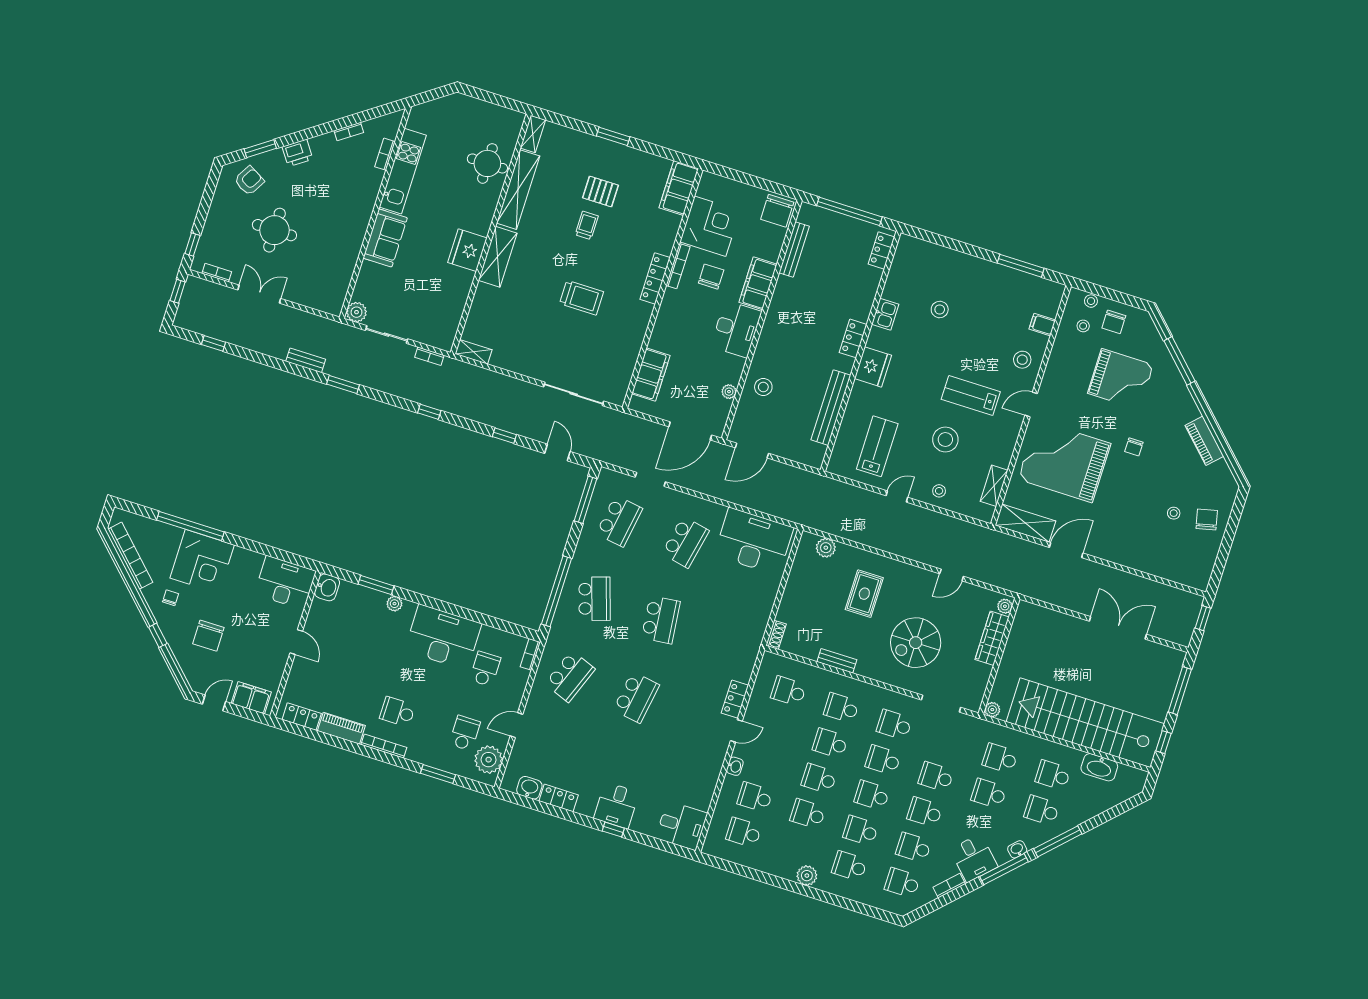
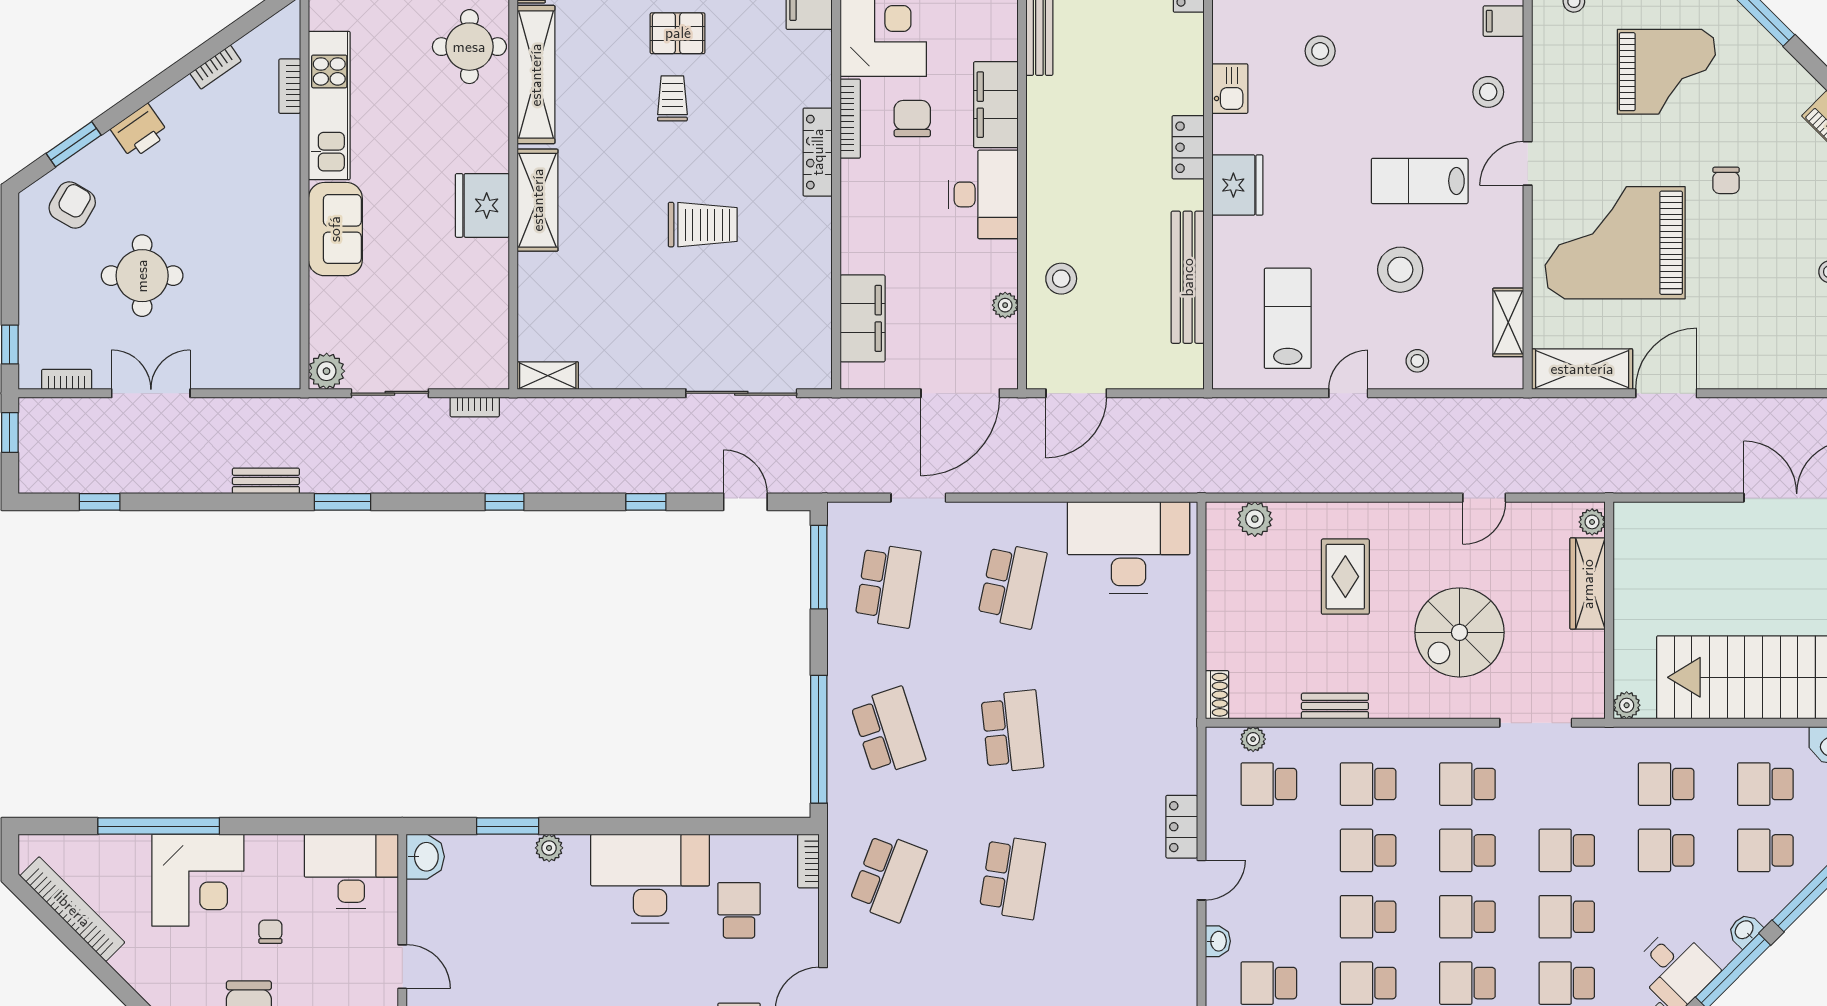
chair: (171, 598) -> (270, 932), moved
plant: (788, 665) -> (1253, 739), added

